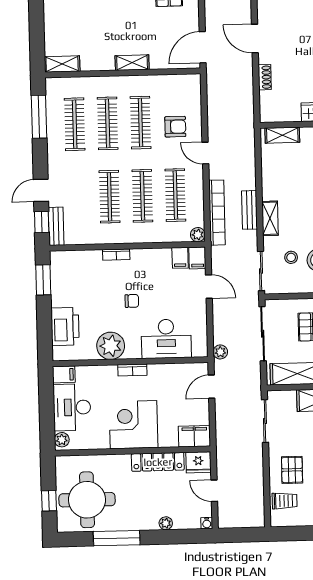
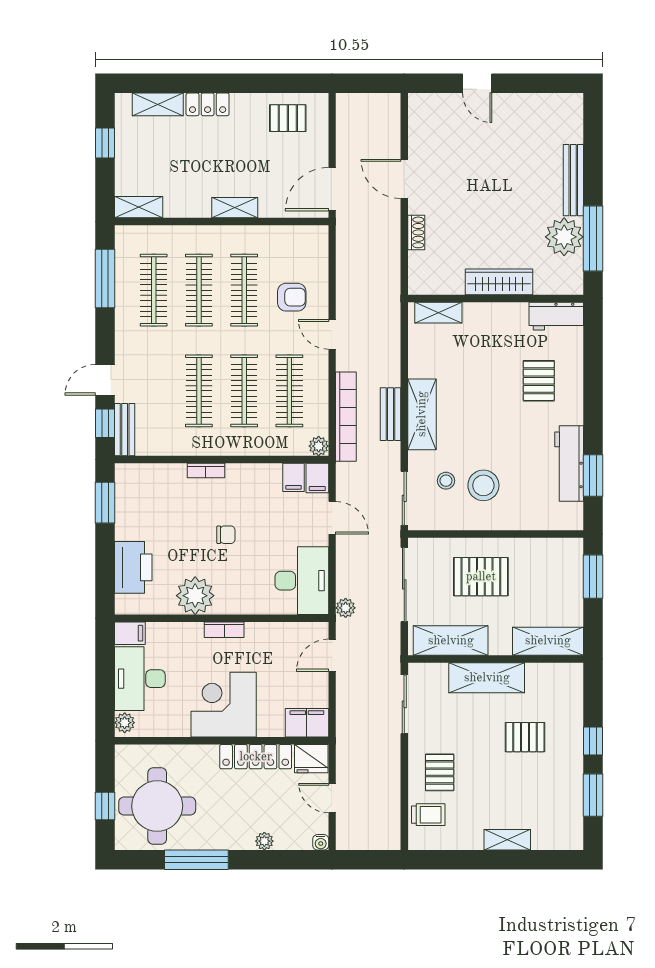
window: (36, 18) -> (105, 143), added
shelving: (270, 218) -> (422, 414), width x1.50, depth x1.33
desk: (166, 339) -> (302, 581), moved, turned -90

